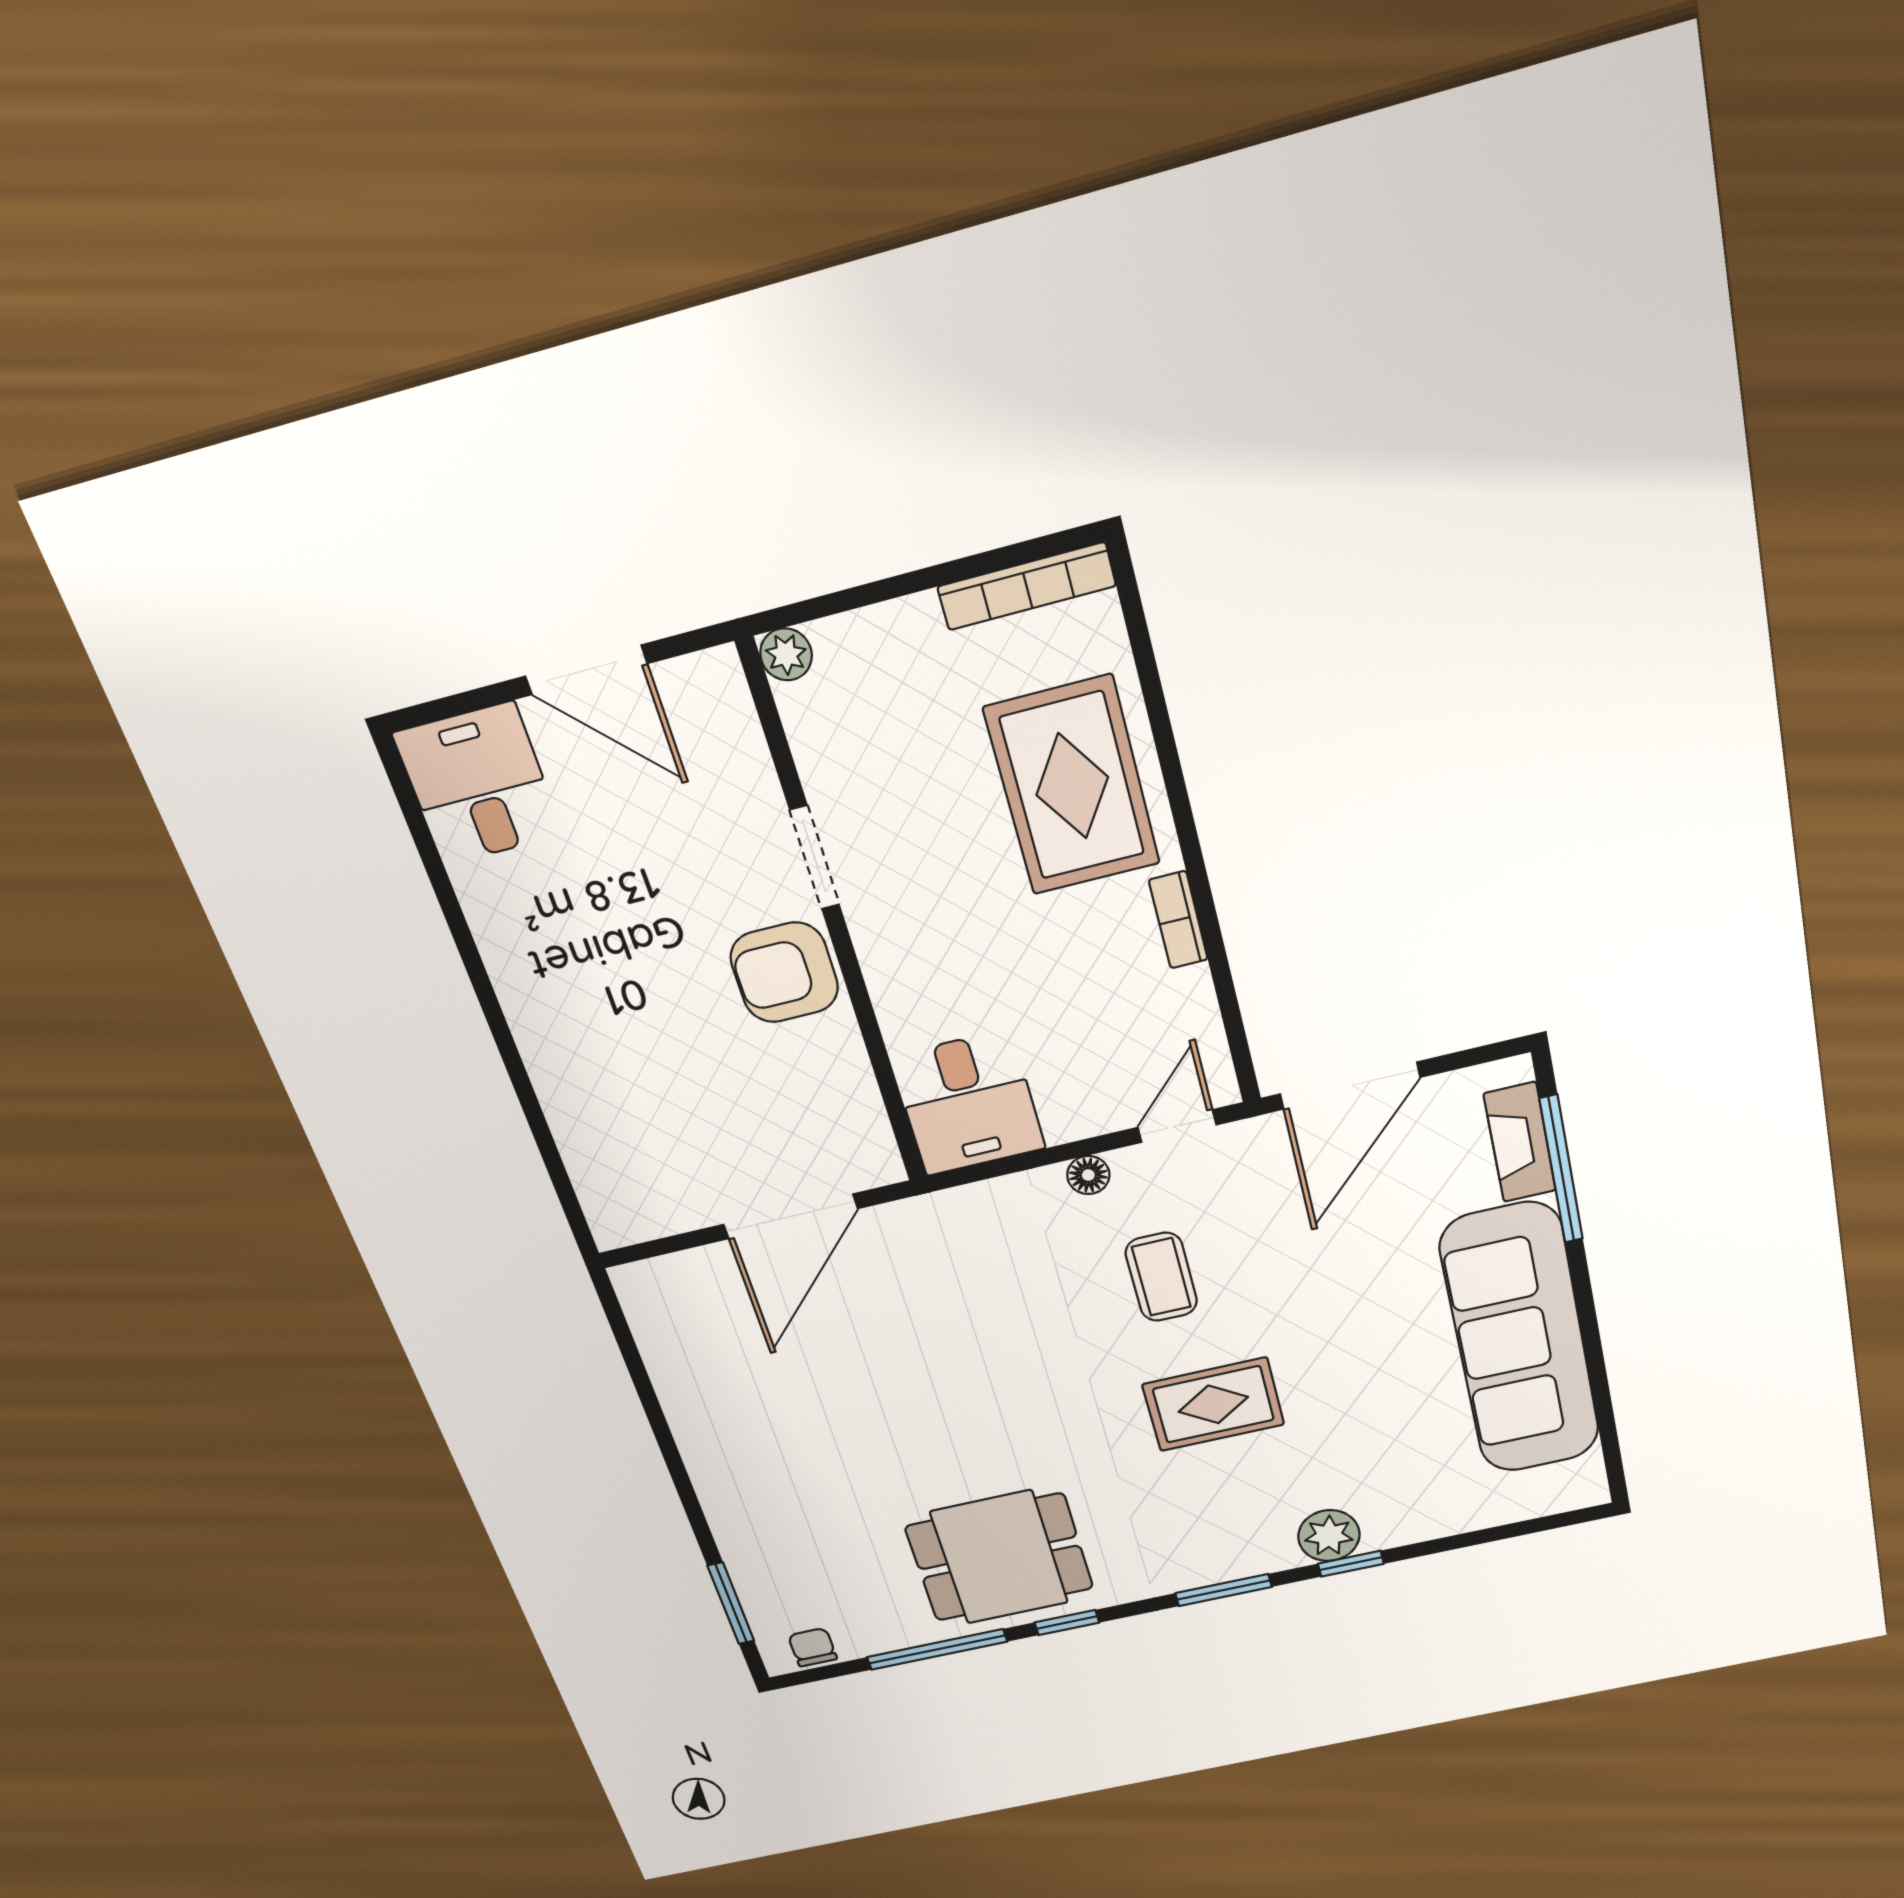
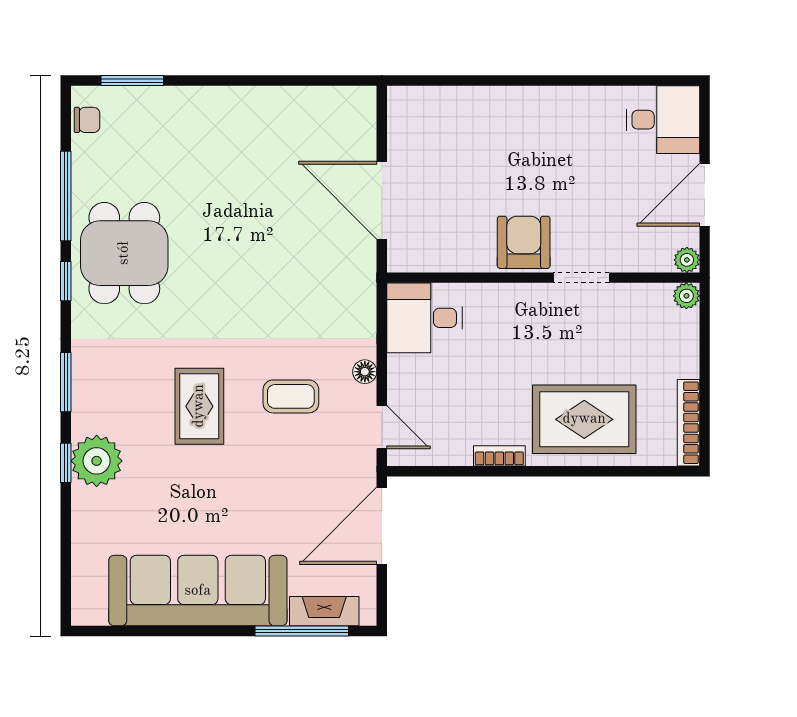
plant: (719, 671) -> (687, 260), added
door: (1350, 1086) -> (382, 526), hinge flipped
plant: (1329, 1536) -> (97, 461), width x1.36, depth x1.36

